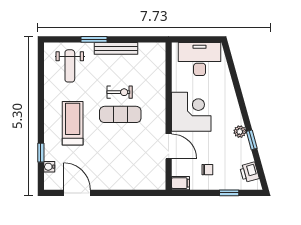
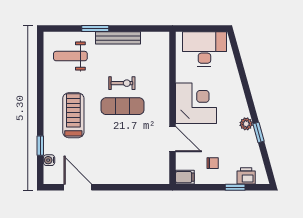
weight bench: (70, 66) -> (70, 56), turned 90
printer: (249, 172) -> (246, 176), moved, turned 106

